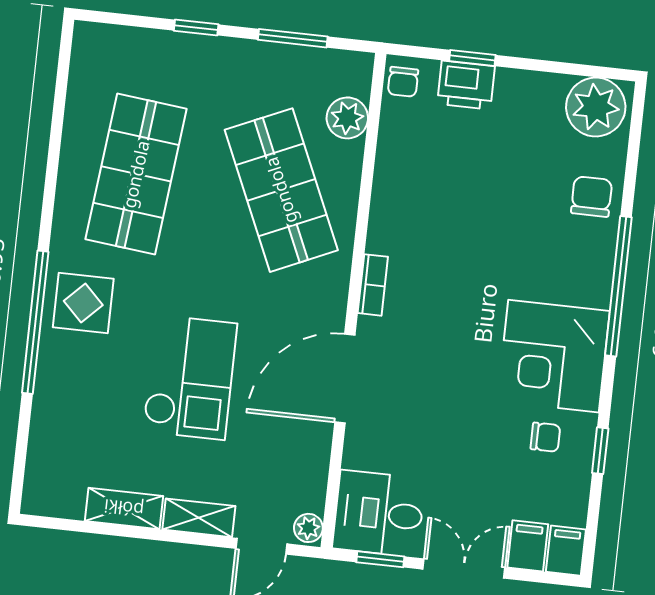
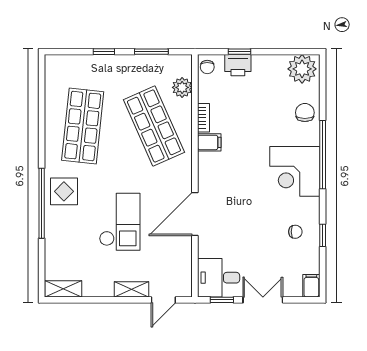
bookcase: (373, 285) -> (203, 118), moved
corner desk: (554, 356) -> (295, 171), moved
shelving: (124, 508) -> (63, 289), moved
plant: (308, 528) -> (185, 288), removed
filing cabinet: (528, 546) -> (209, 142), moved, turned 90

